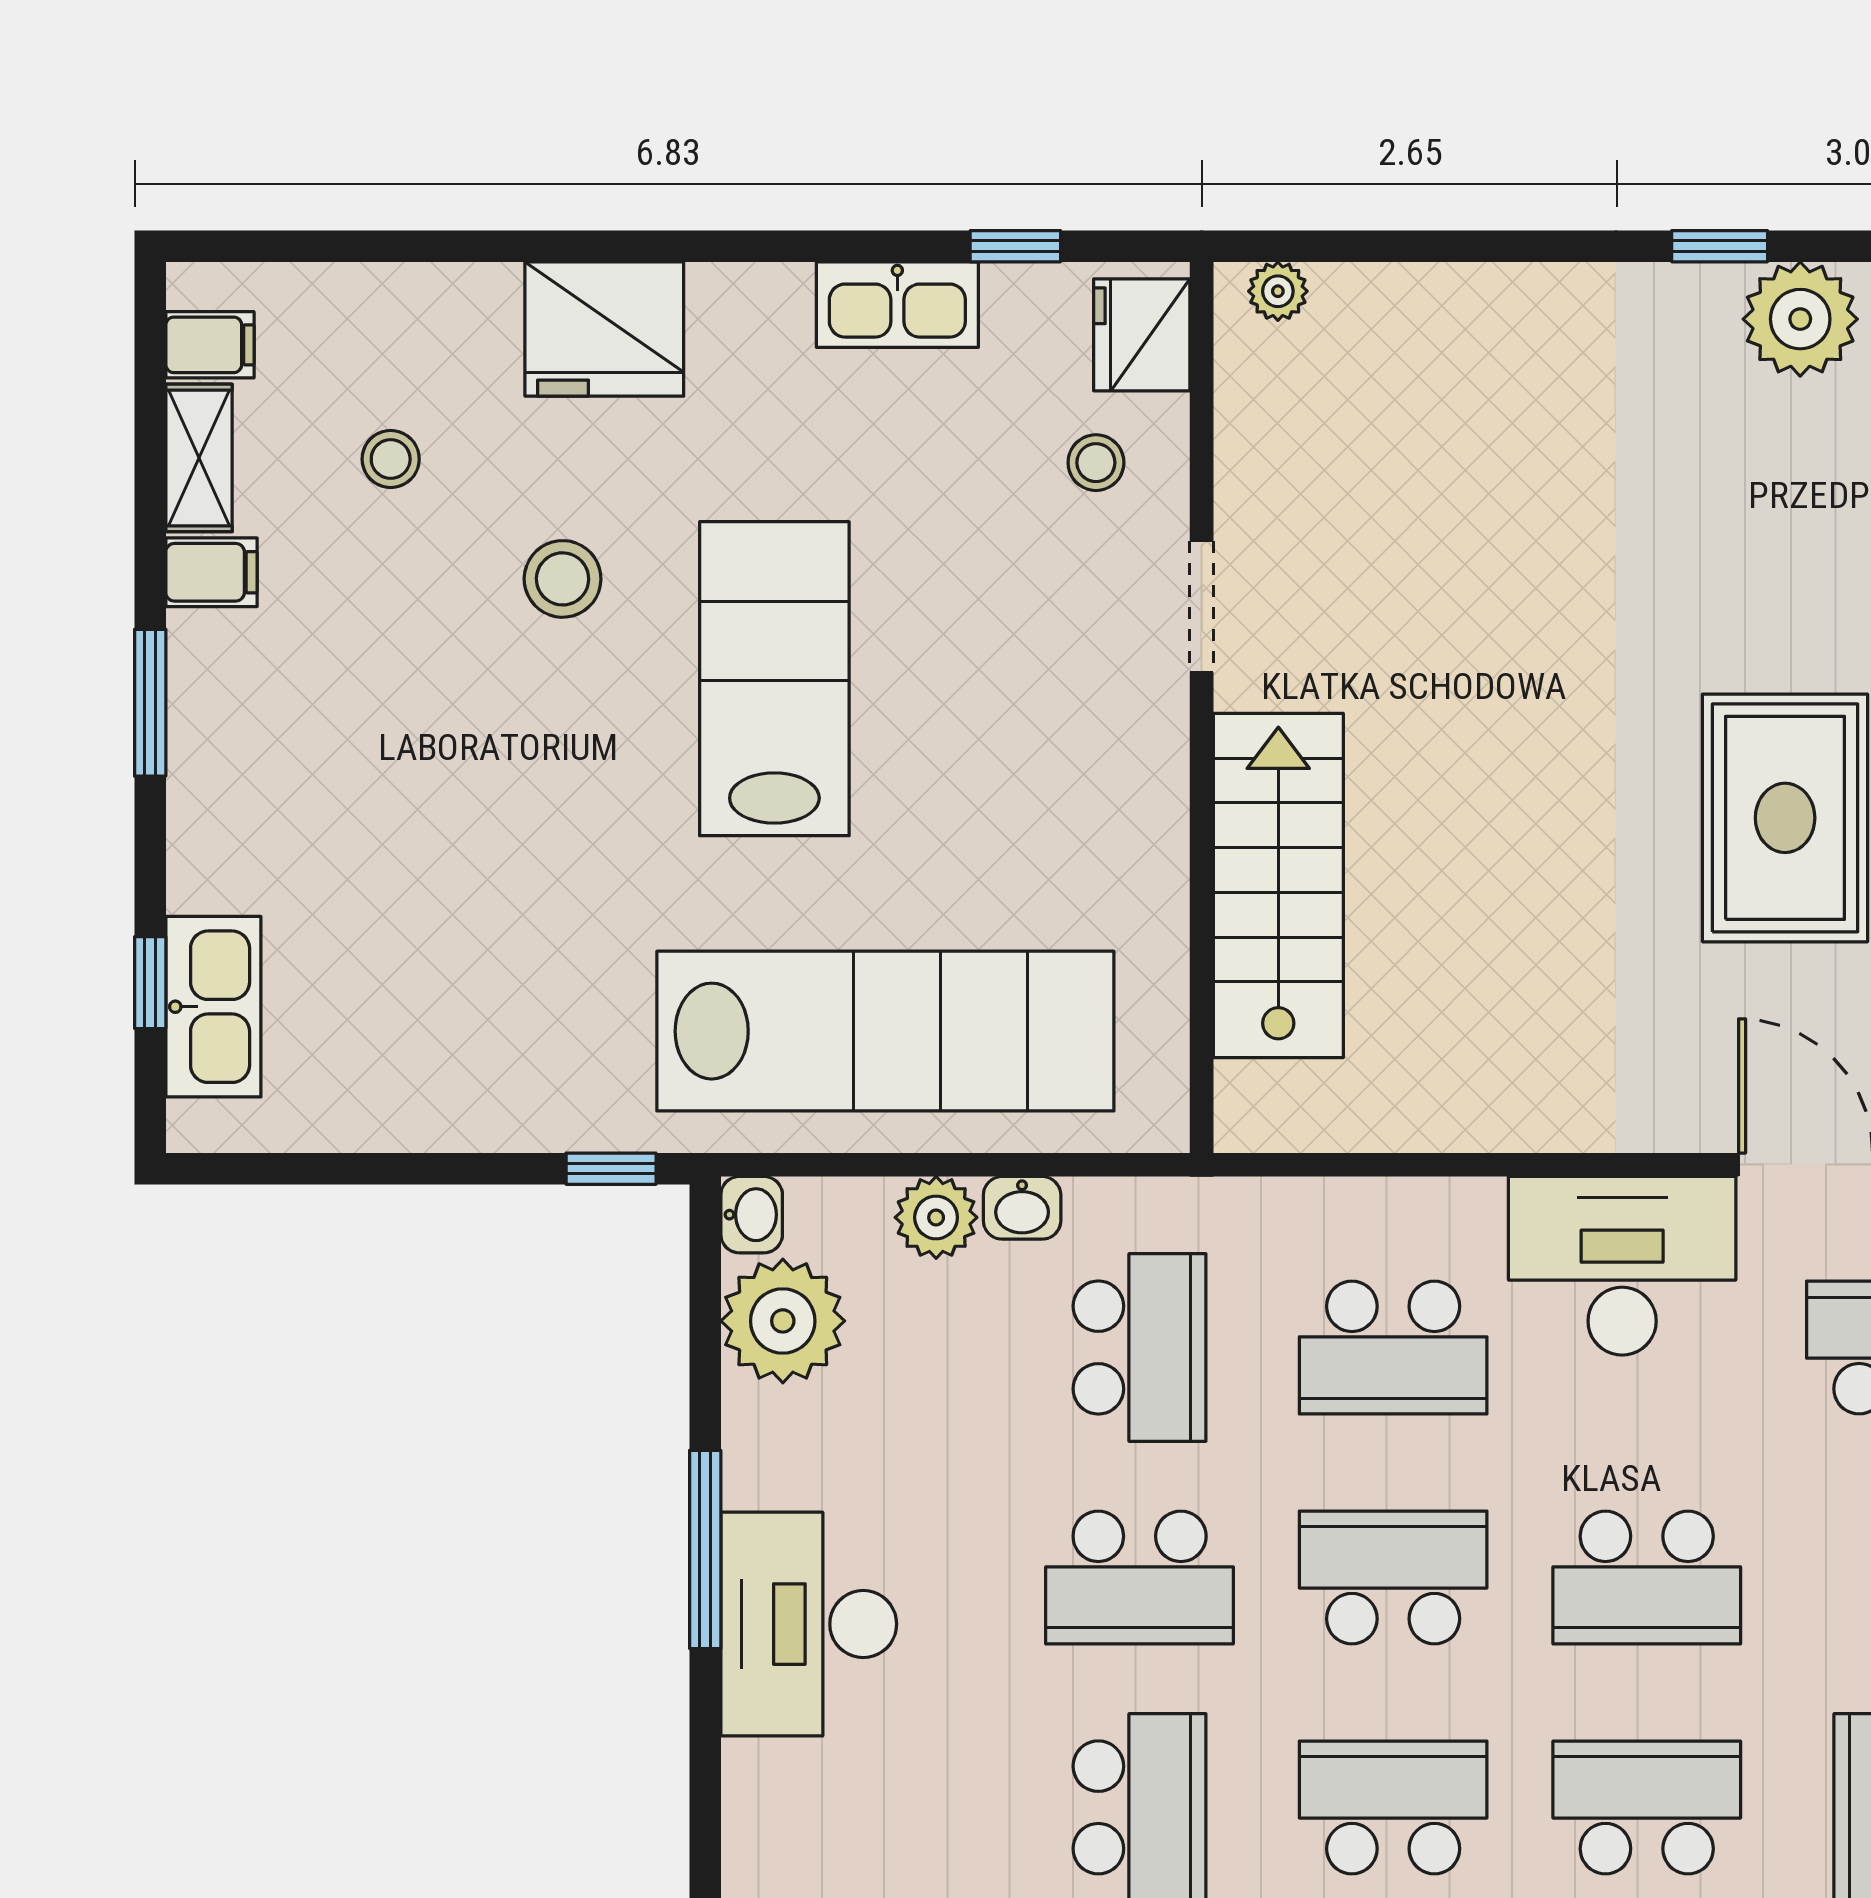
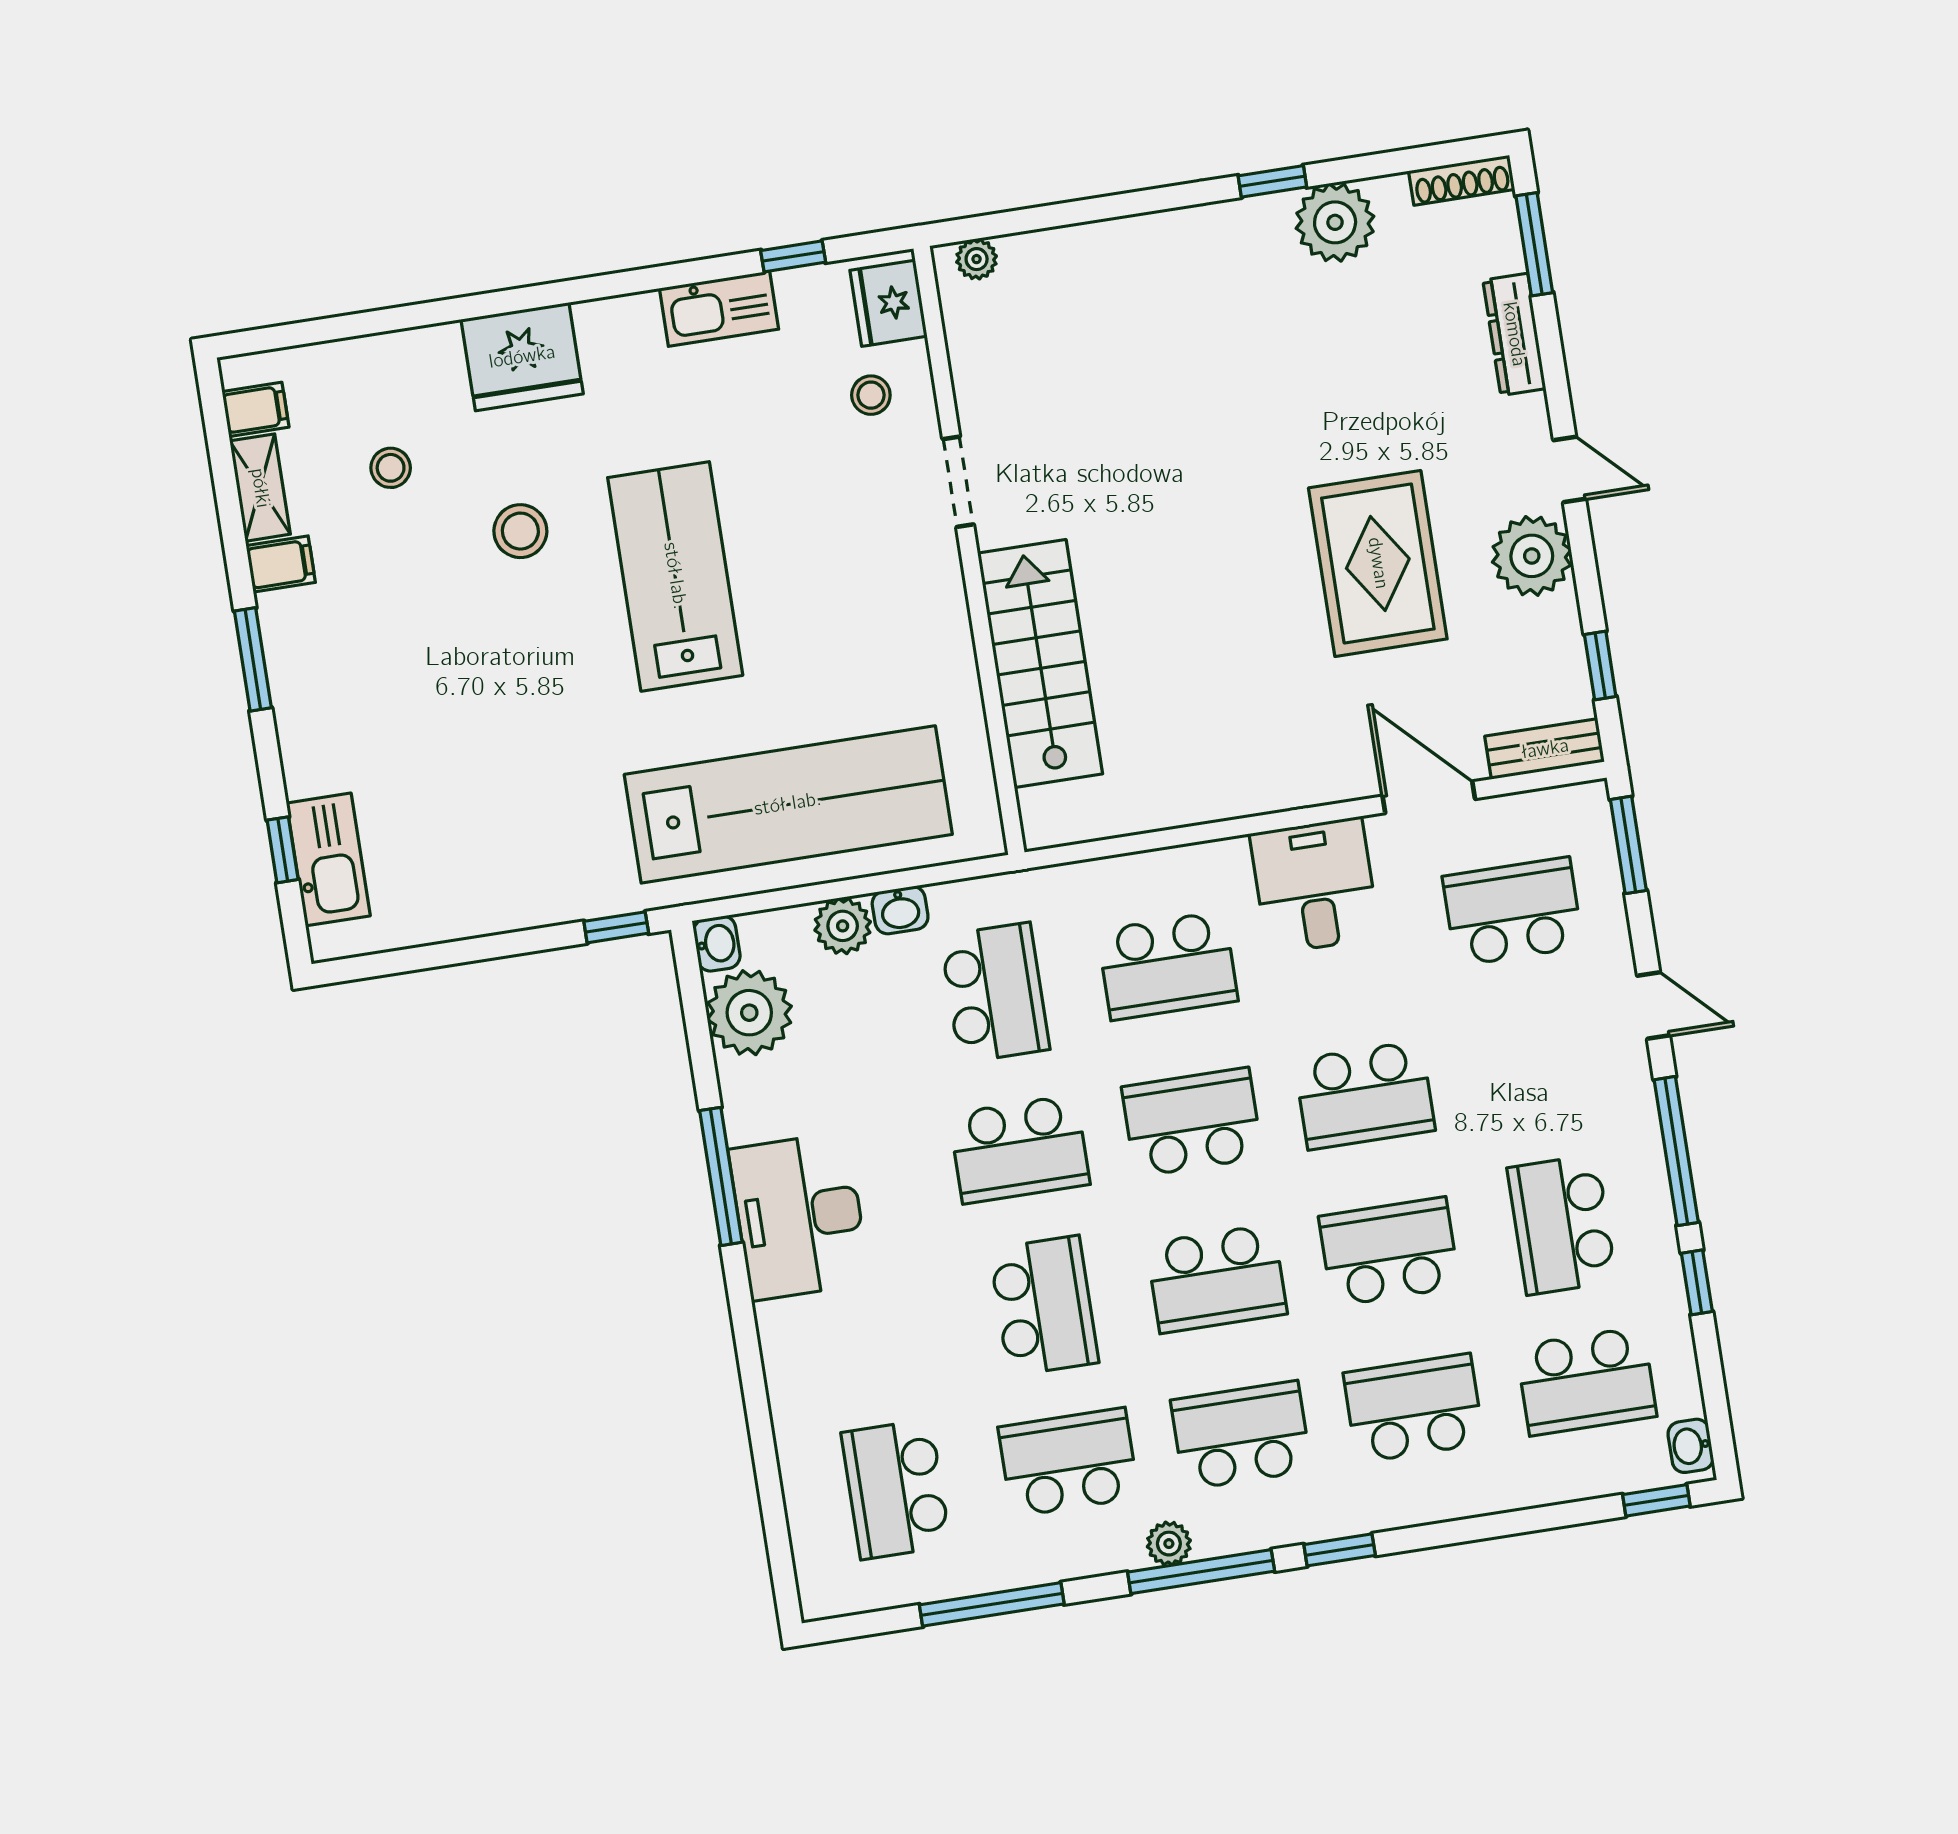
desk: (1622, 1266) -> (1315, 886), width x0.73
school desk: (1393, 1807) -> (1217, 1279), turned 180

